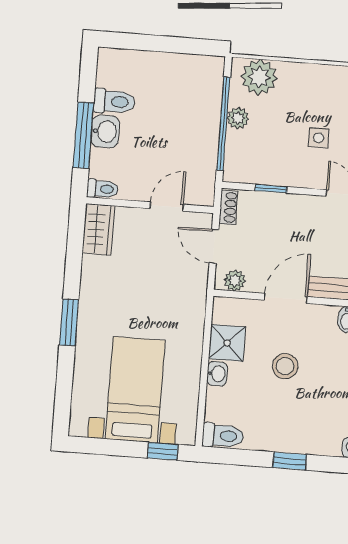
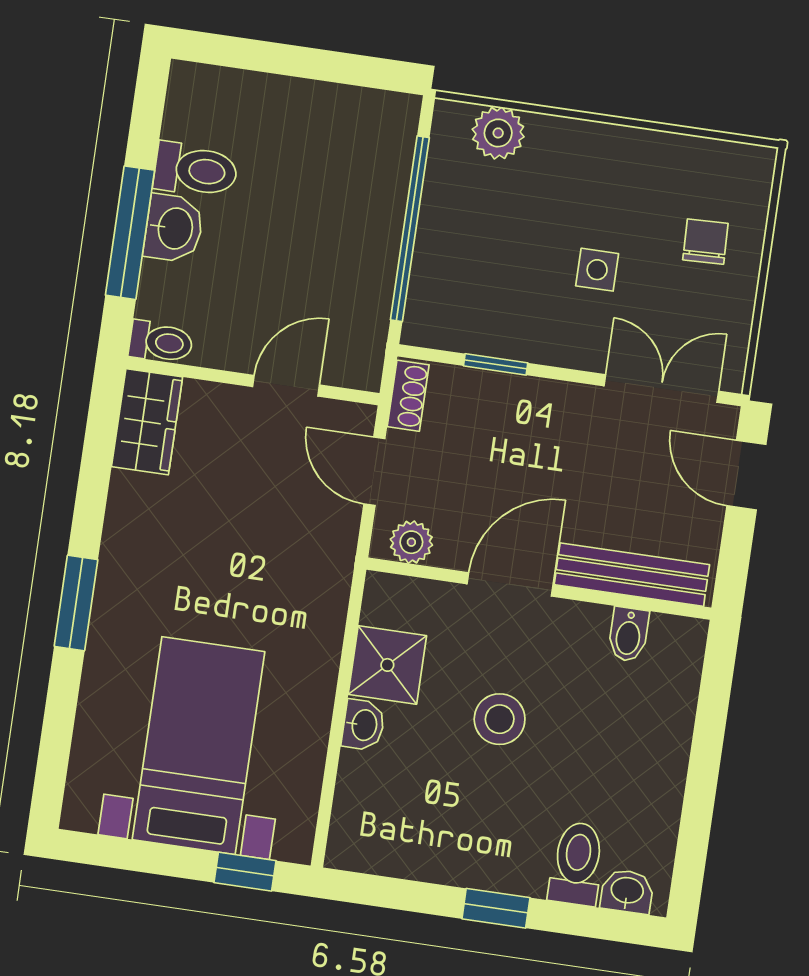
plant: (259, 77) -> (498, 133), width x0.73, depth x0.73
plant: (238, 118) -> (439, 220), removed
toilet: (223, 436) -> (577, 864), moved, turned -90

